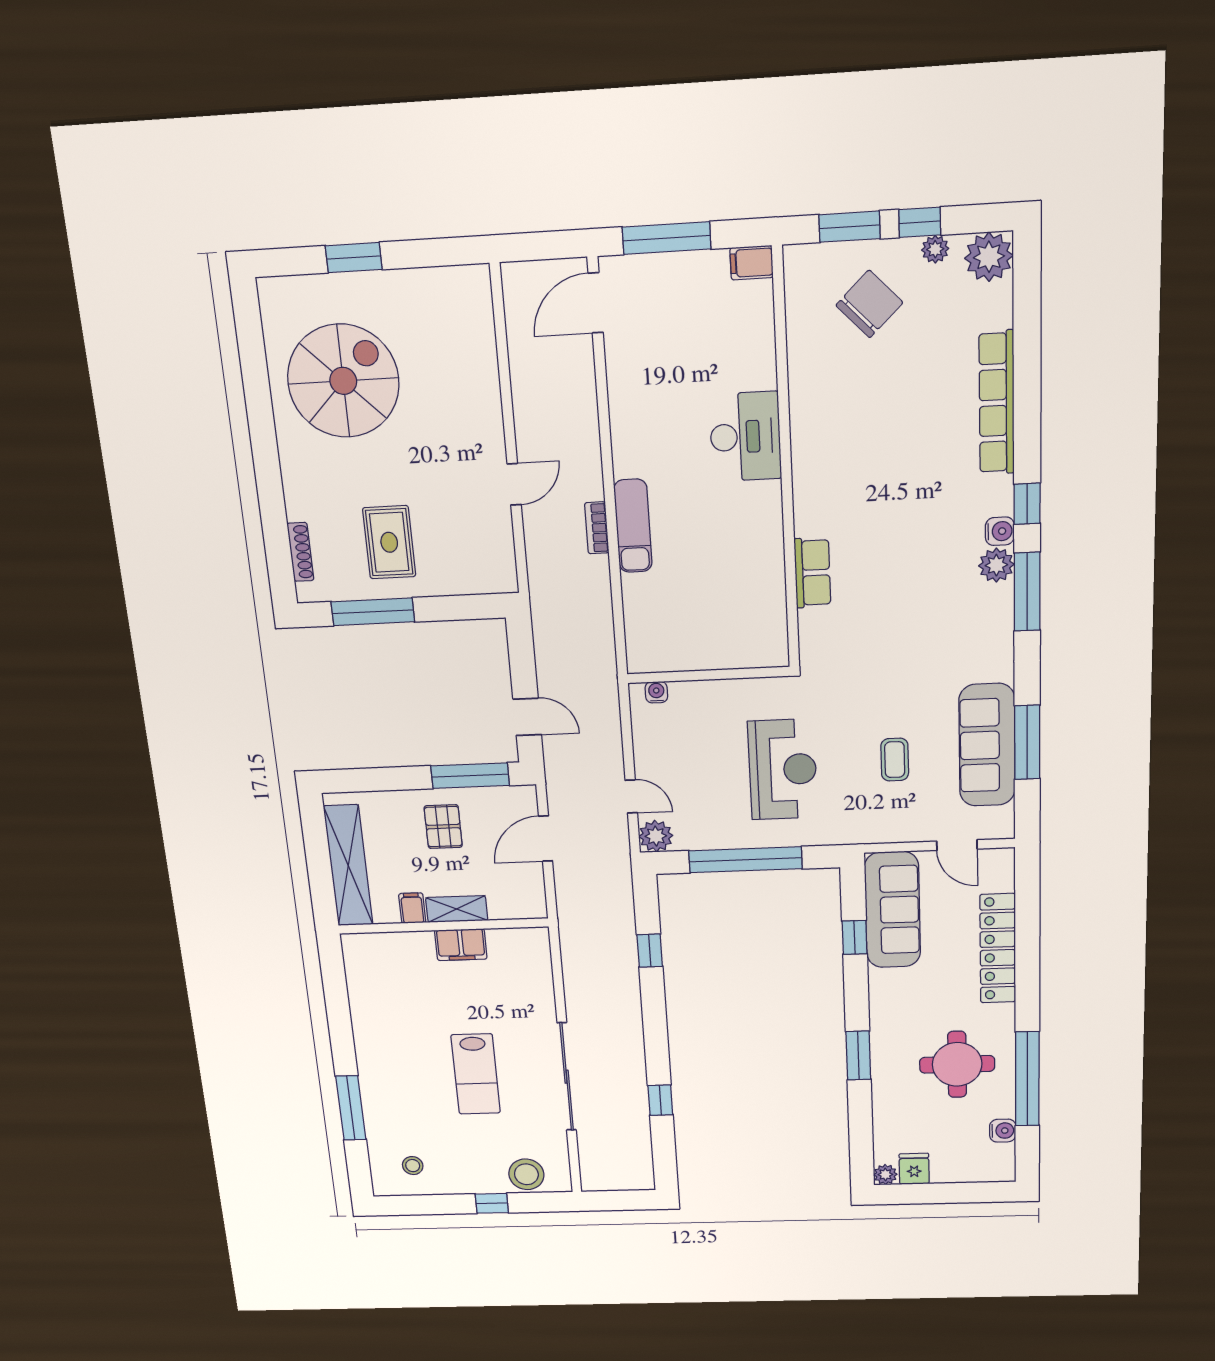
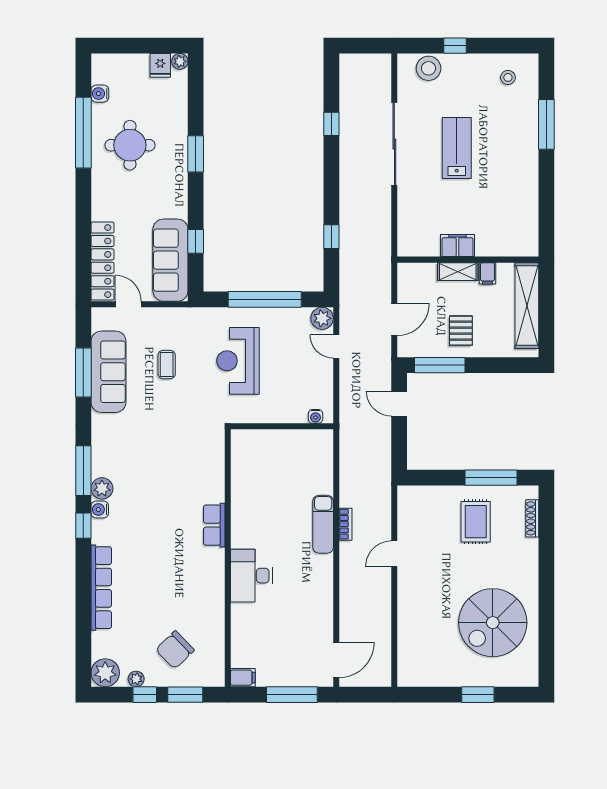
row of seats: (812, 573) -> (214, 525), moved
locker: (998, 948) -> (102, 261), moved

